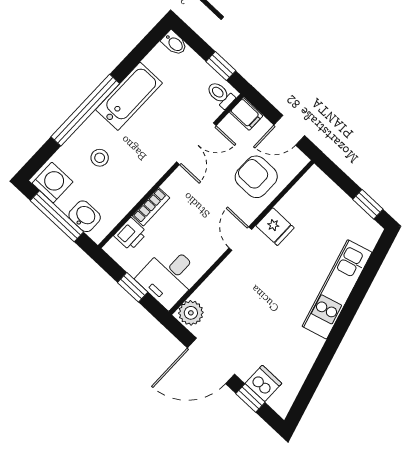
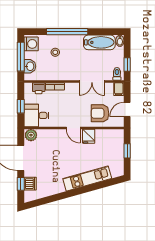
bathtub: (129, 96) -> (99, 42), moved
door: (289, 130) -> (127, 110), hinge flipped
armchair: (256, 177) -> (100, 113), turned -90
window: (368, 204) -> (127, 151), moved
door: (240, 239) -> (73, 128), swing flipped

